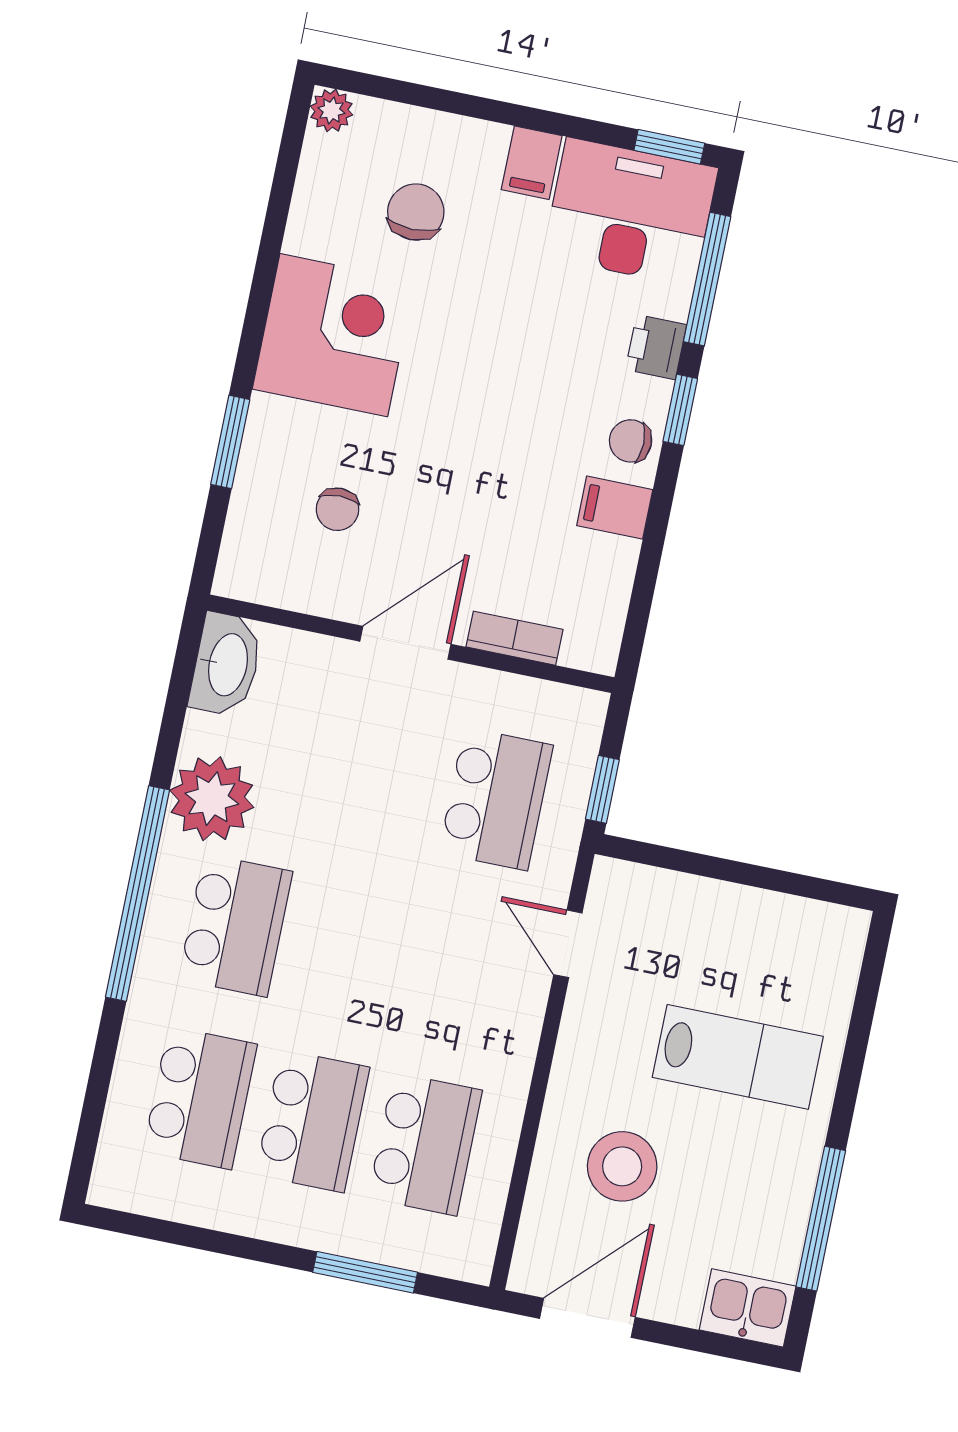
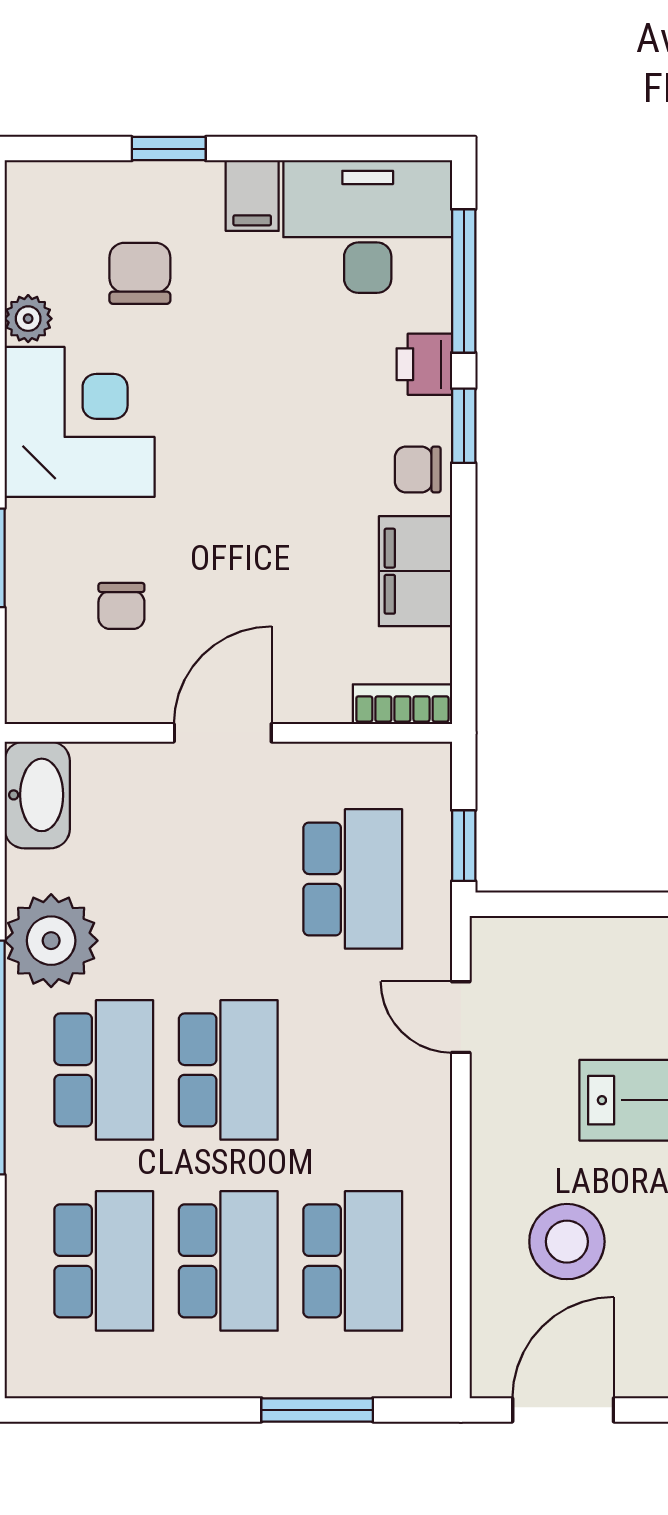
plant: (331, 111) -> (28, 319), moved
window: (669, 147) -> (169, 149), moved
filing cabinet: (615, 508) -> (415, 571), width x2.00
bookcase: (515, 638) -> (402, 704), moved
school desk: (348, 948) -> (228, 1070), added

